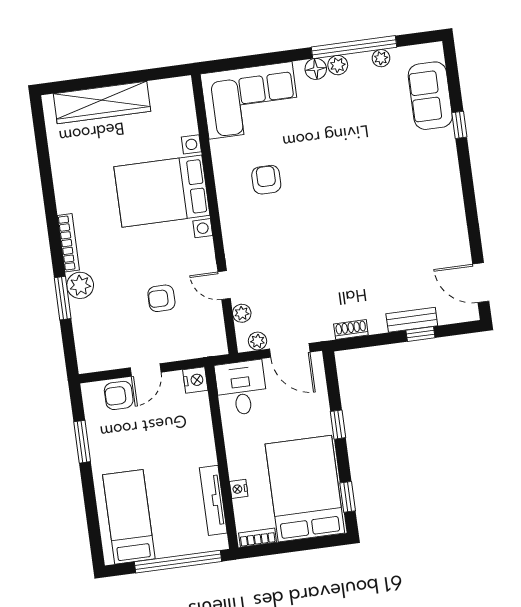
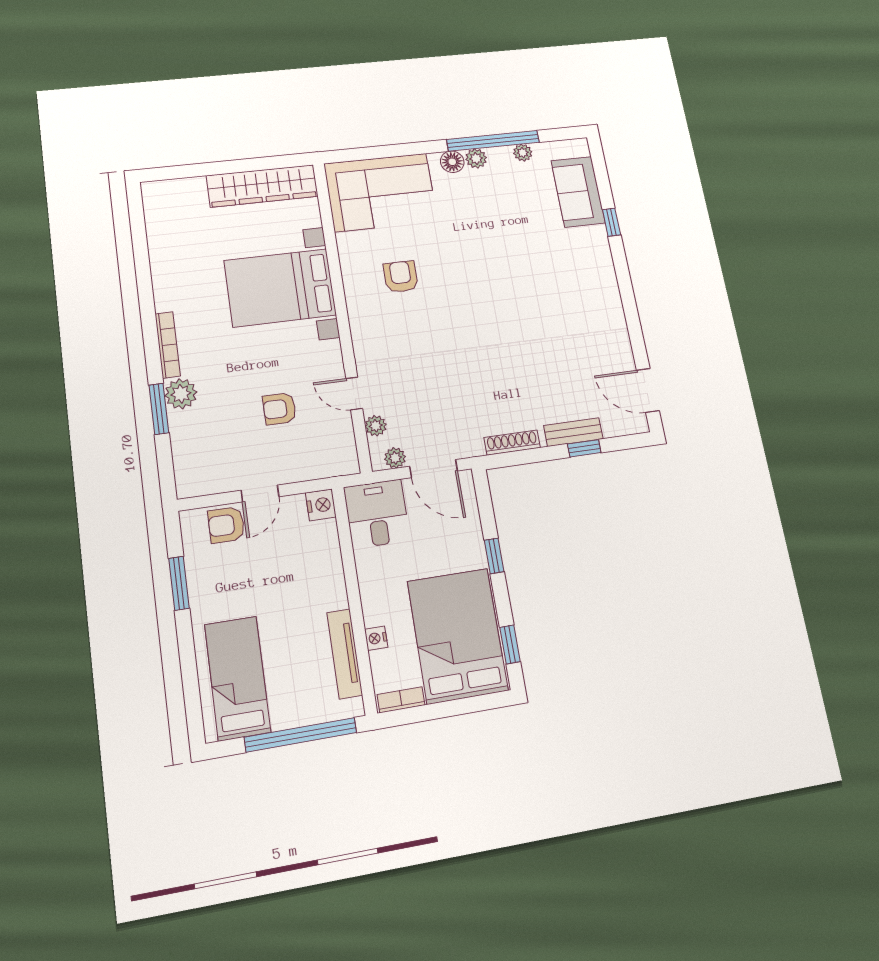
wardrobe: (102, 102) -> (262, 186), moved
shoe rack: (351, 329) -> (512, 443), width x1.43

